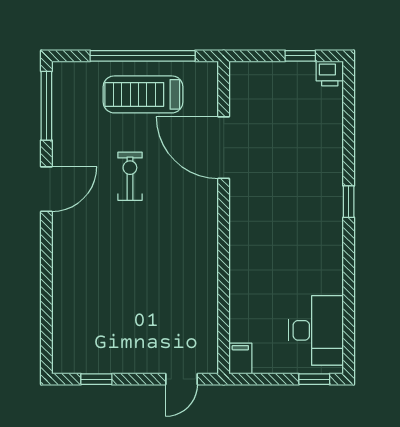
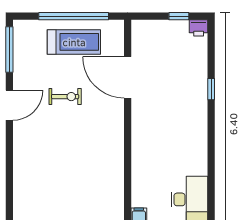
treadmill: (143, 94) -> (74, 42), turned 180
exercise bike: (130, 176) -> (65, 97), turned 90
window: (349, 202) -> (211, 89), moved

